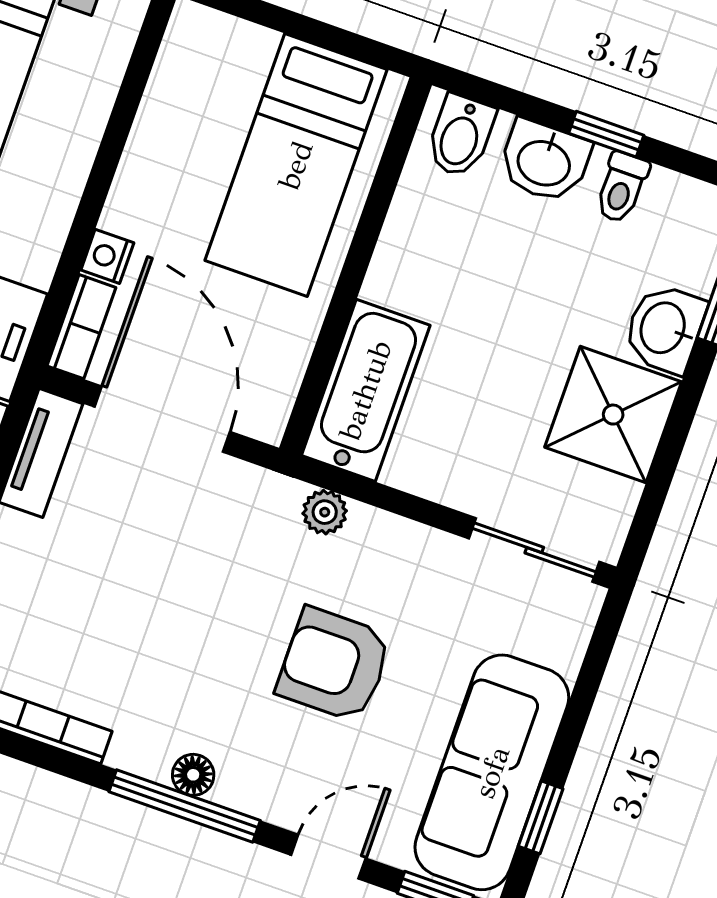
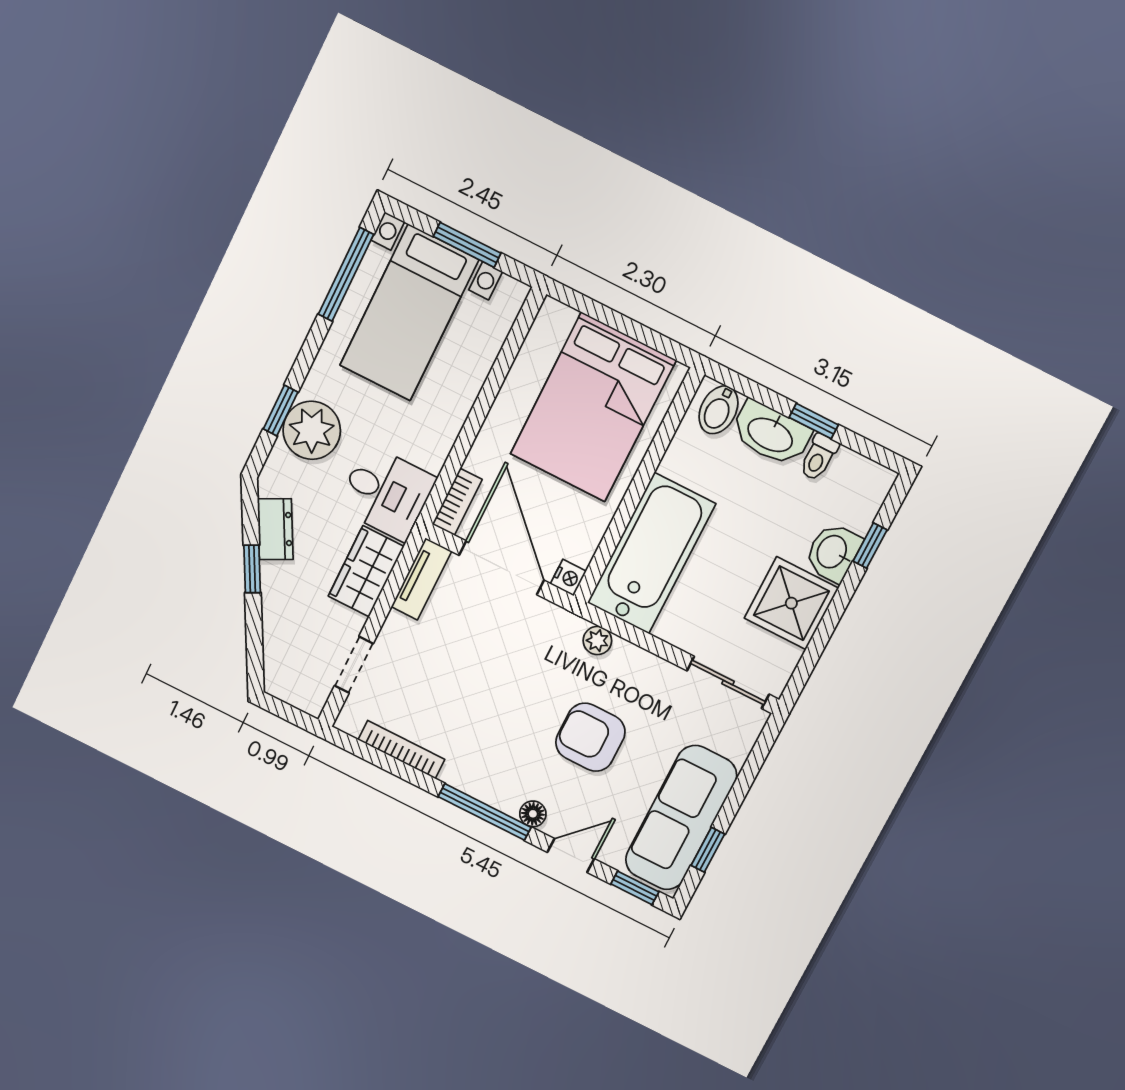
washbasin: (544, 161) -> (771, 434), width x1.38
bed: (296, 165) -> (593, 407), width x1.50
nightstand: (107, 256) -> (568, 578), moved, turned 180
bathtub: (366, 390) -> (651, 553), width x1.36, depth x1.36
floor lamp: (193, 775) -> (533, 814), moved

